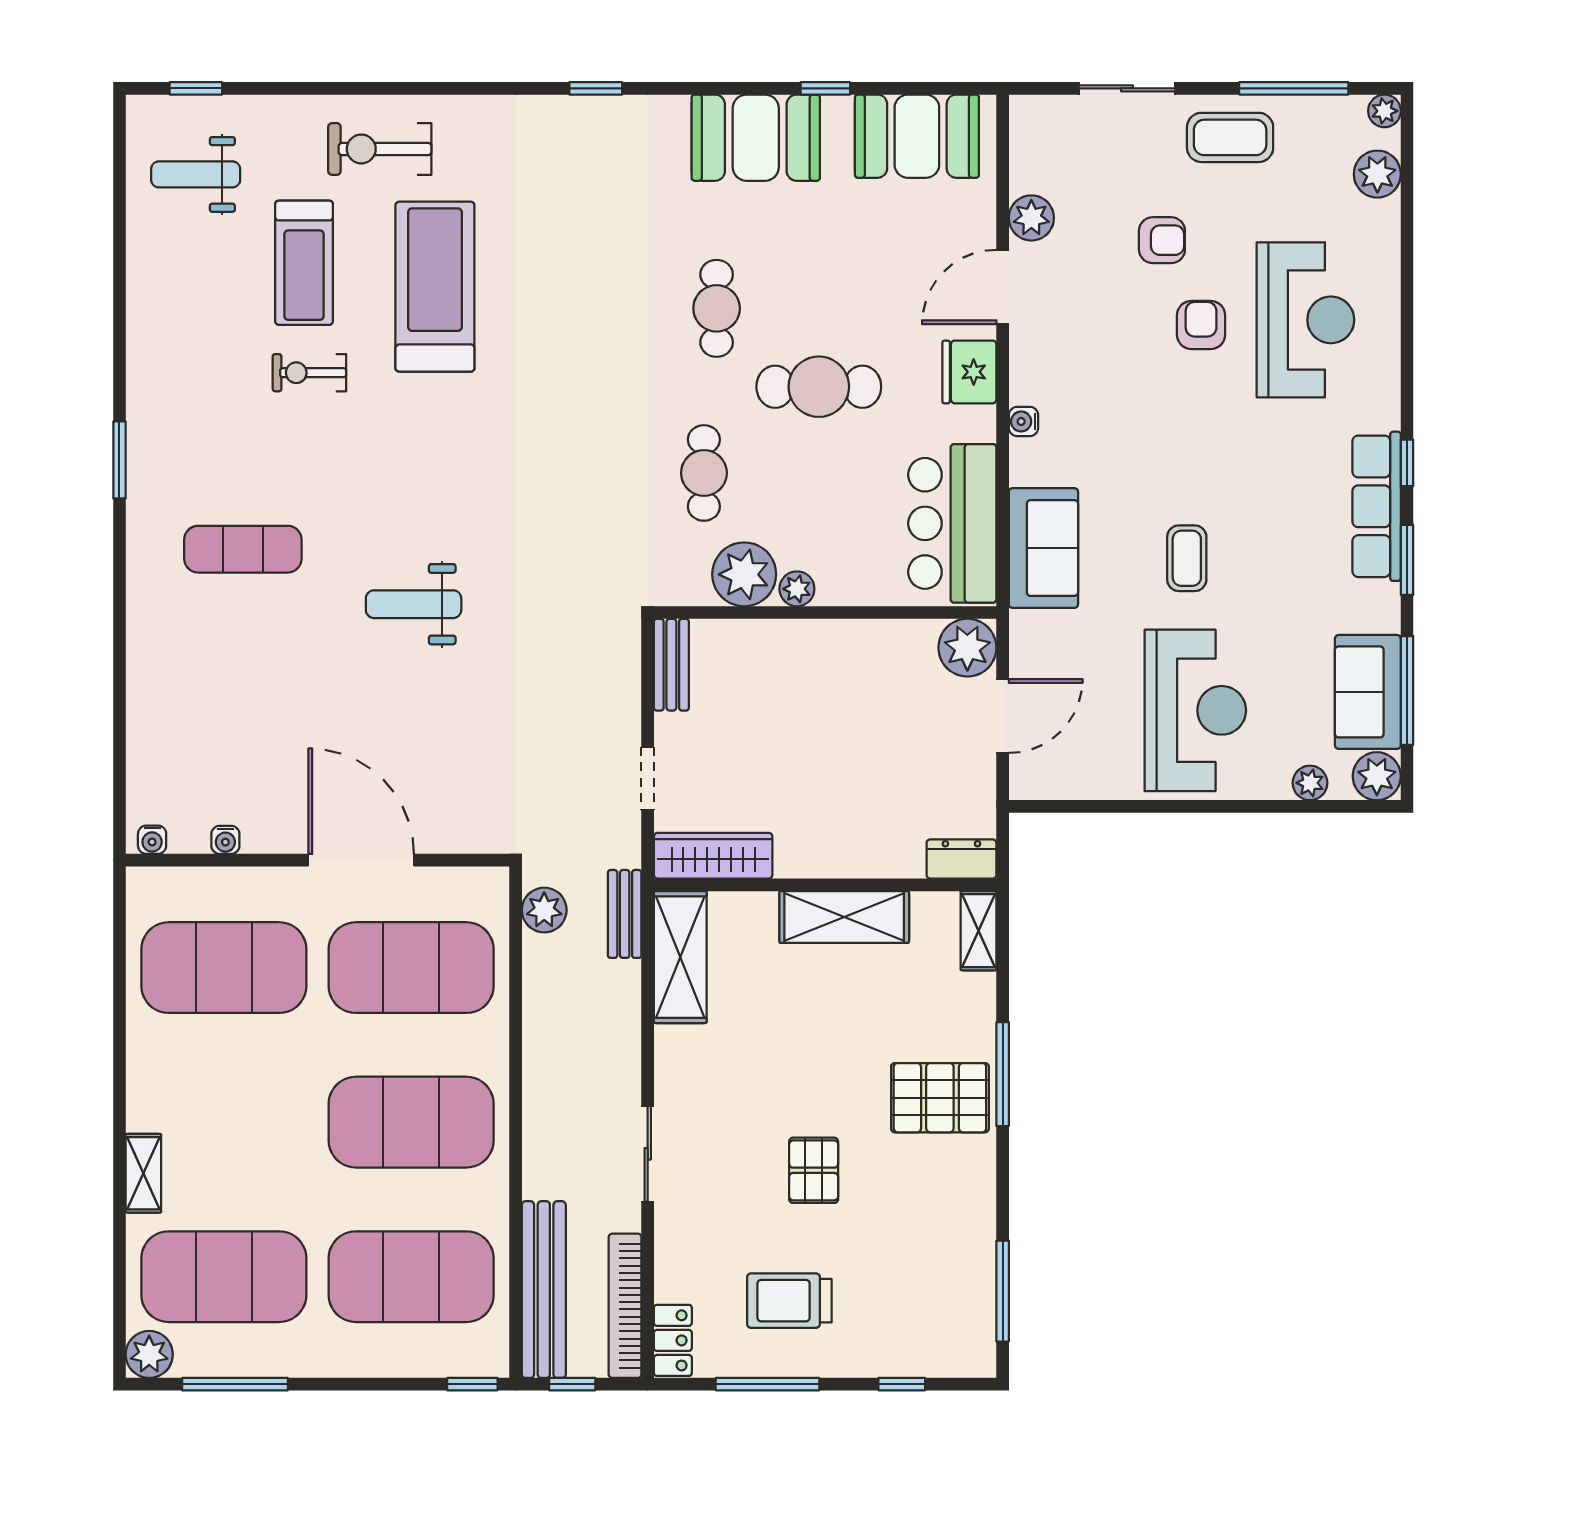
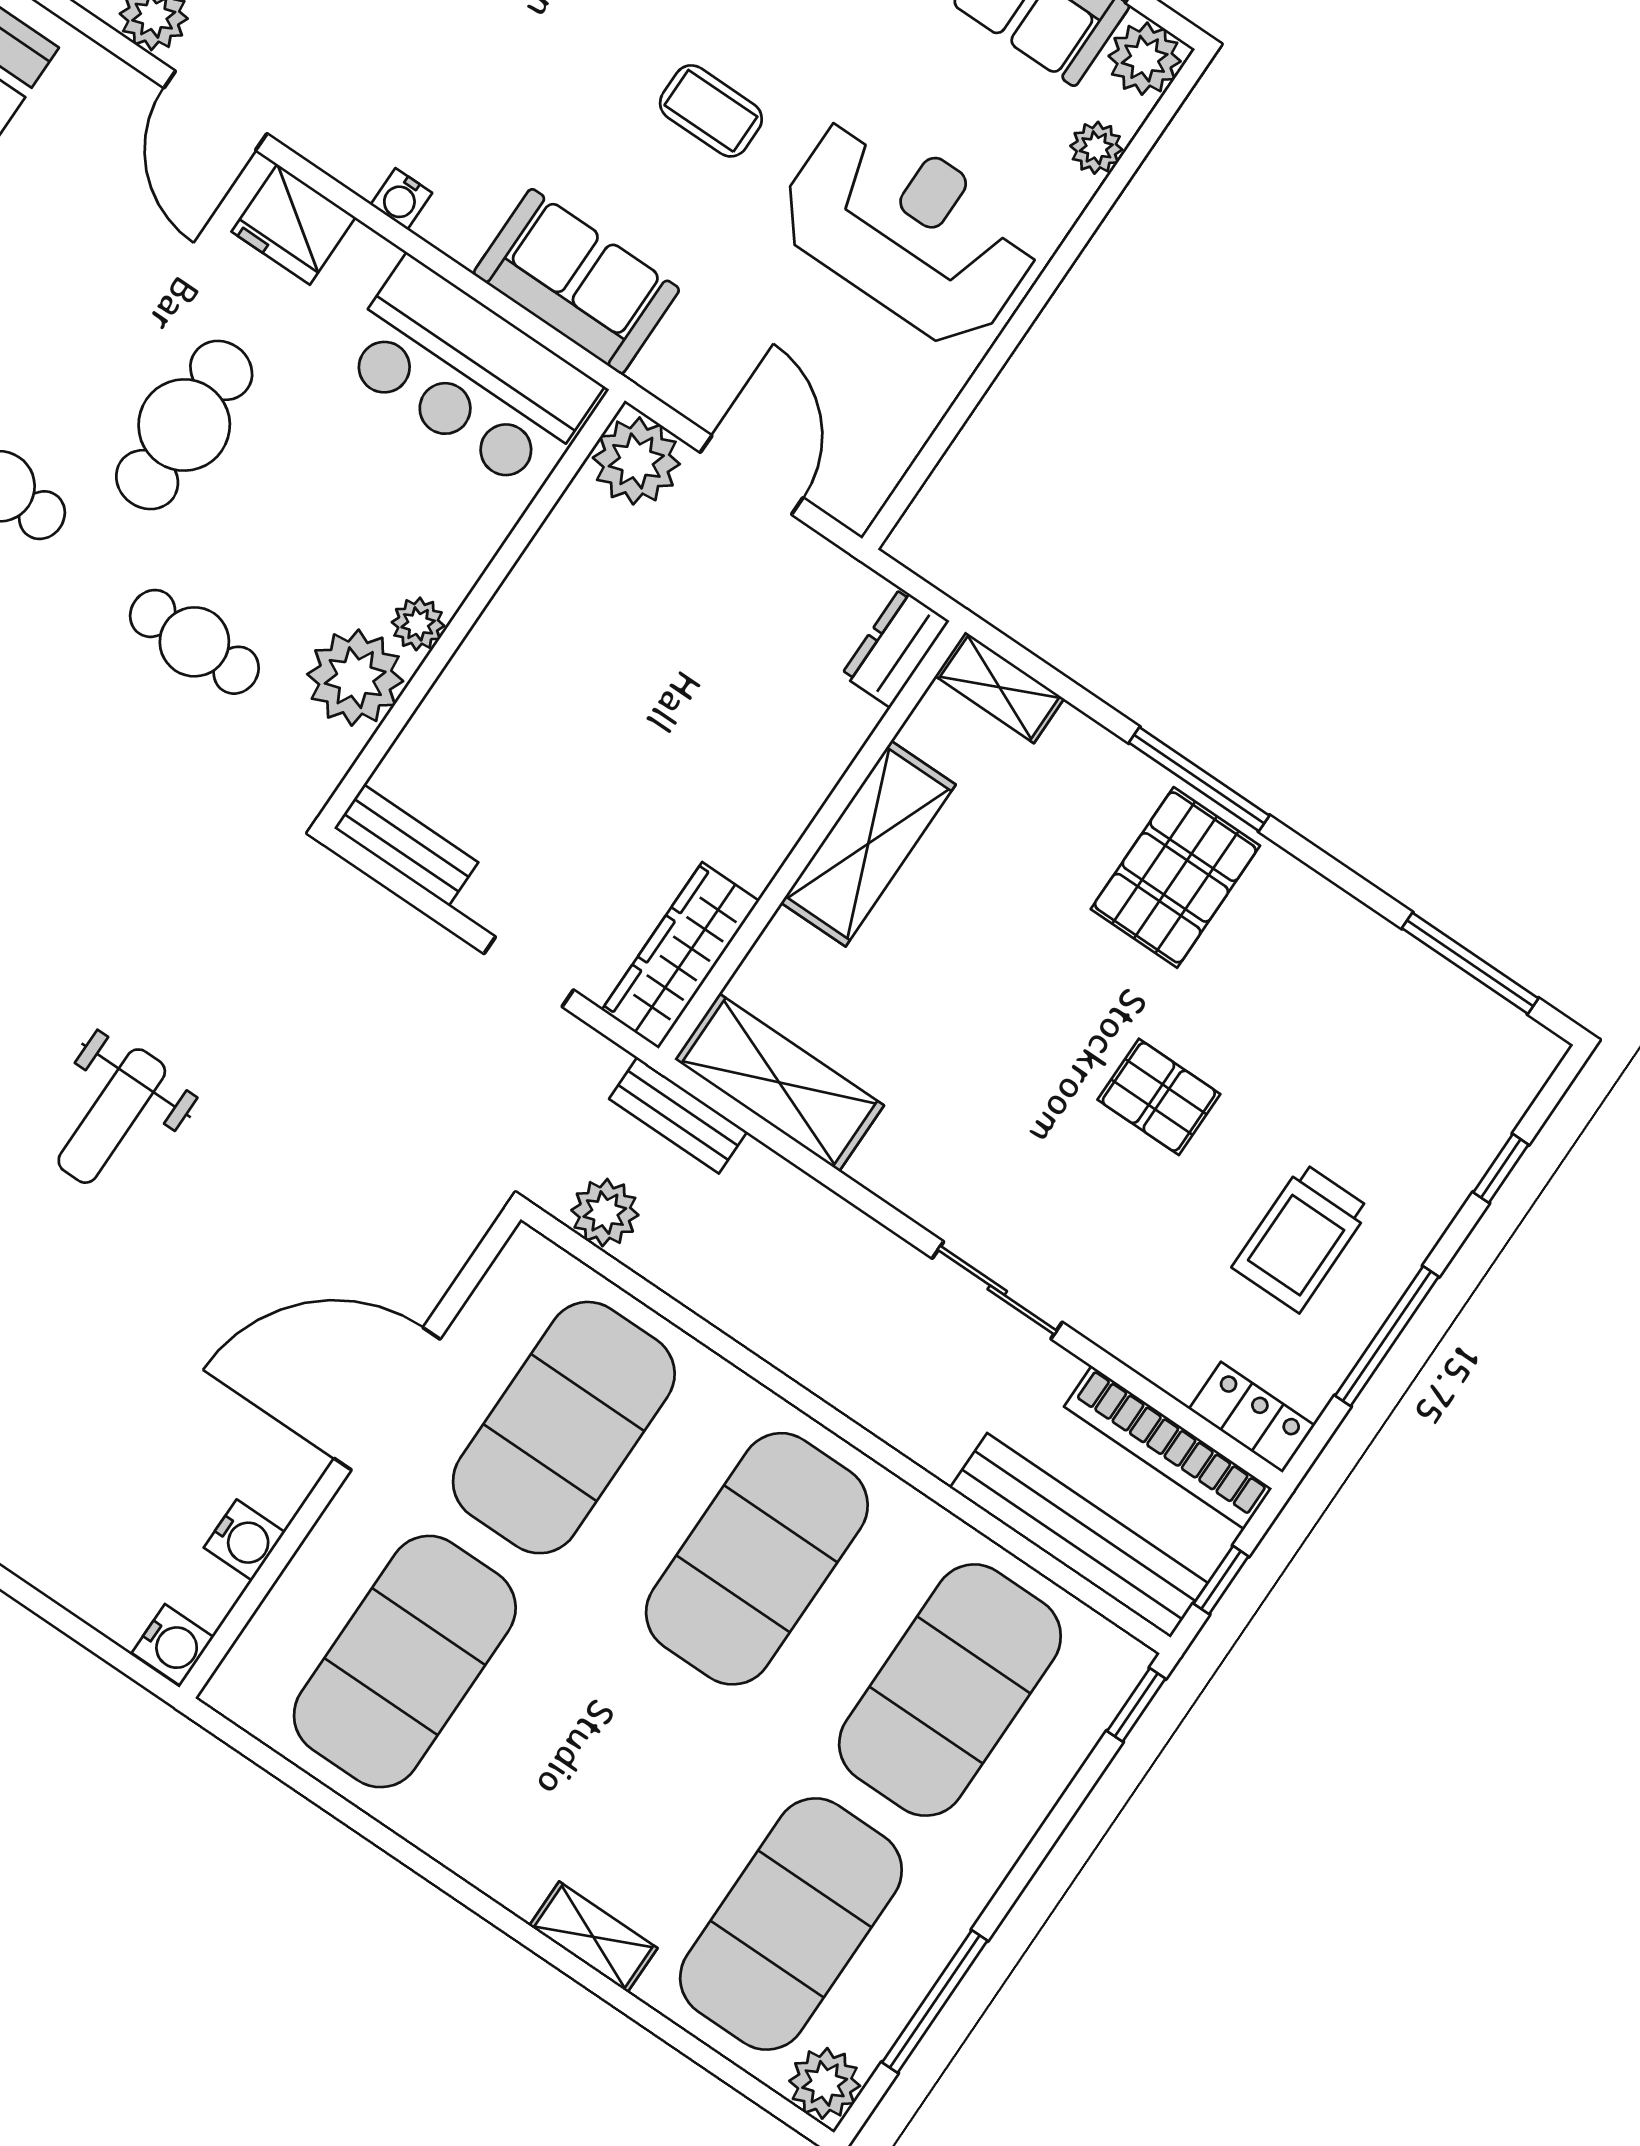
water cooler: (152, 840) -> (173, 1645), width x1.38, depth x1.38
water cooler: (225, 840) -> (244, 1540), width x1.38, depth x1.38

